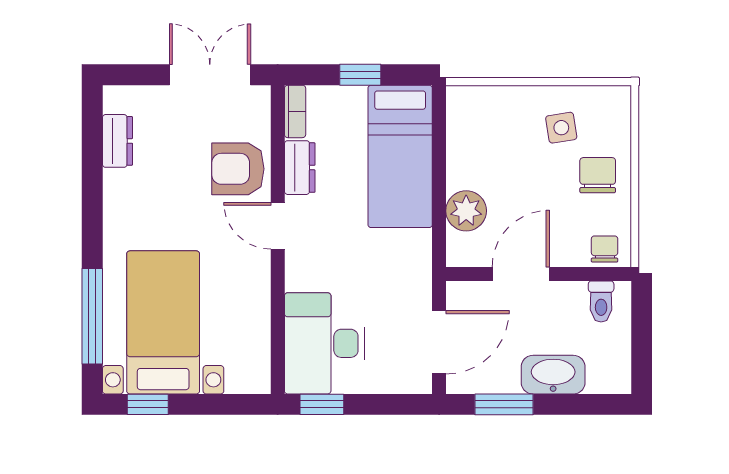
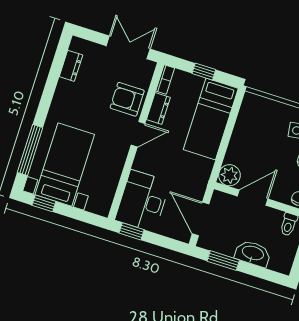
plant: (466, 211) -> (229, 175), moved
door: (278, 226) -> (138, 134), swing flipped
door: (439, 342) -> (201, 219), swing flipped

